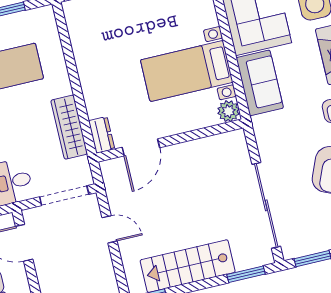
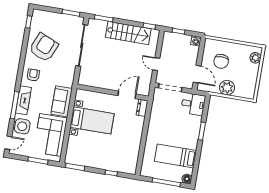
plant: (228, 111) -> (81, 95), removed
wardrobe: (69, 127) -> (155, 117), removed

